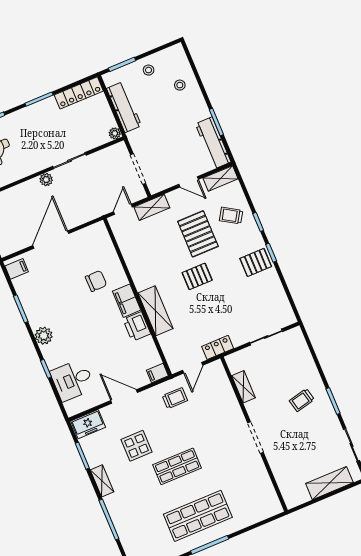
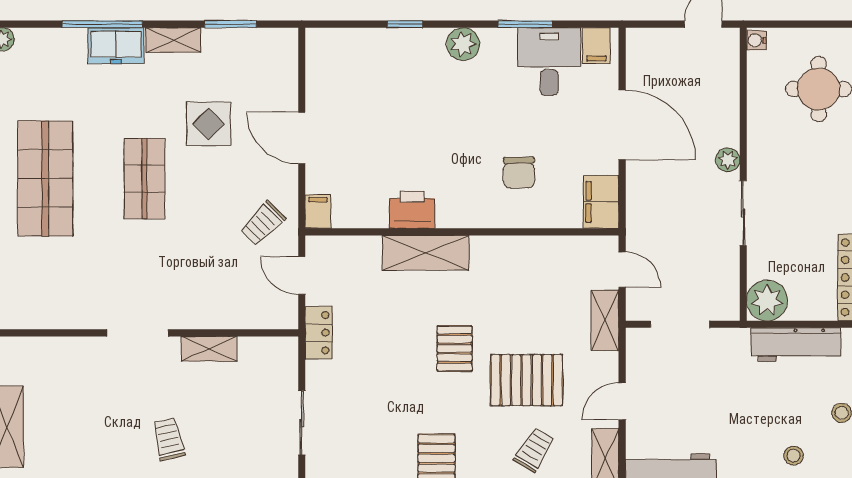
plant: (115, 133) -> (767, 300), width x1.87, depth x1.87
filing cabinet: (127, 301) -> (601, 202), moved, turned -90
desk: (72, 380) -> (549, 61), moved
shelving: (243, 387) -> (209, 349), moved
door: (124, 396) -> (302, 138), swing flipped
trolley: (175, 398) -> (263, 223), turned 45
freezer: (88, 424) -> (116, 46), moved, turned -90

